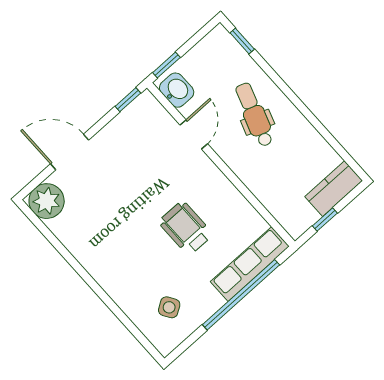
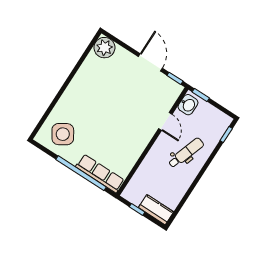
door: (194, 134) -> (165, 121), hinge flipped
door: (70, 152) -> (150, 62), moved
wheelchair: (186, 228) -> (111, 131), removed
side table: (169, 307) -> (63, 134), width x1.87, depth x1.87

